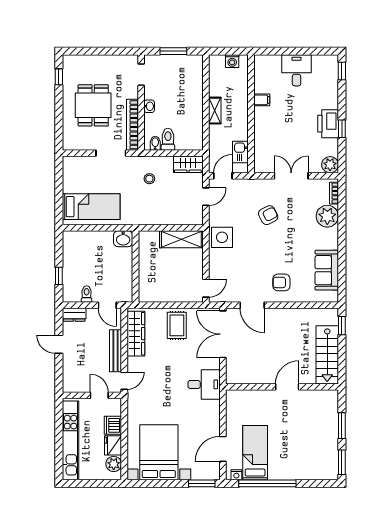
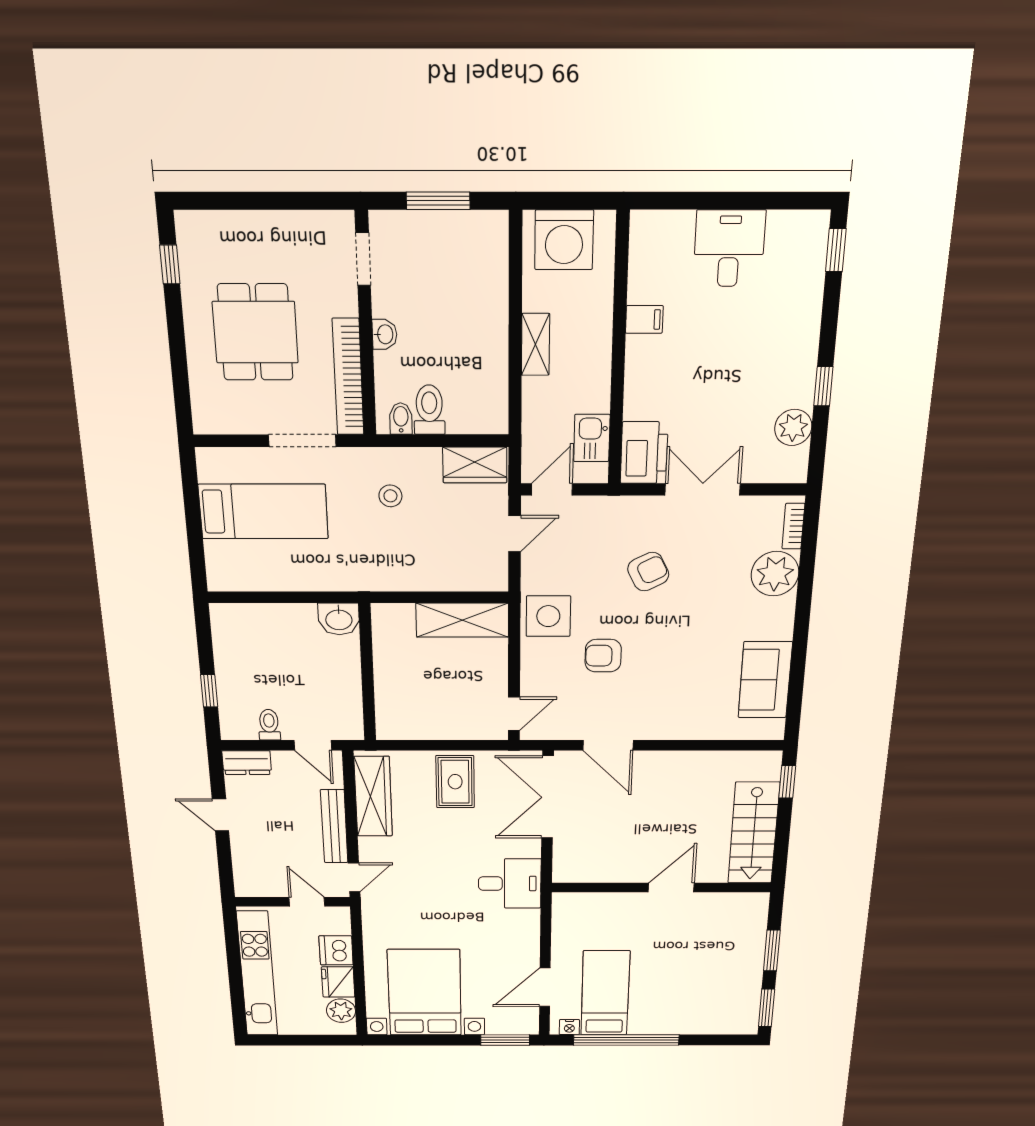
washing machine: (232, 61) -> (564, 240), width x1.89, depth x1.89
printer: (328, 124) -> (644, 453), moved, turned 180
plant: (330, 165) -> (793, 427), moved
bed: (91, 207) -> (263, 512), moved
armchair: (281, 282) -> (603, 656), moved

